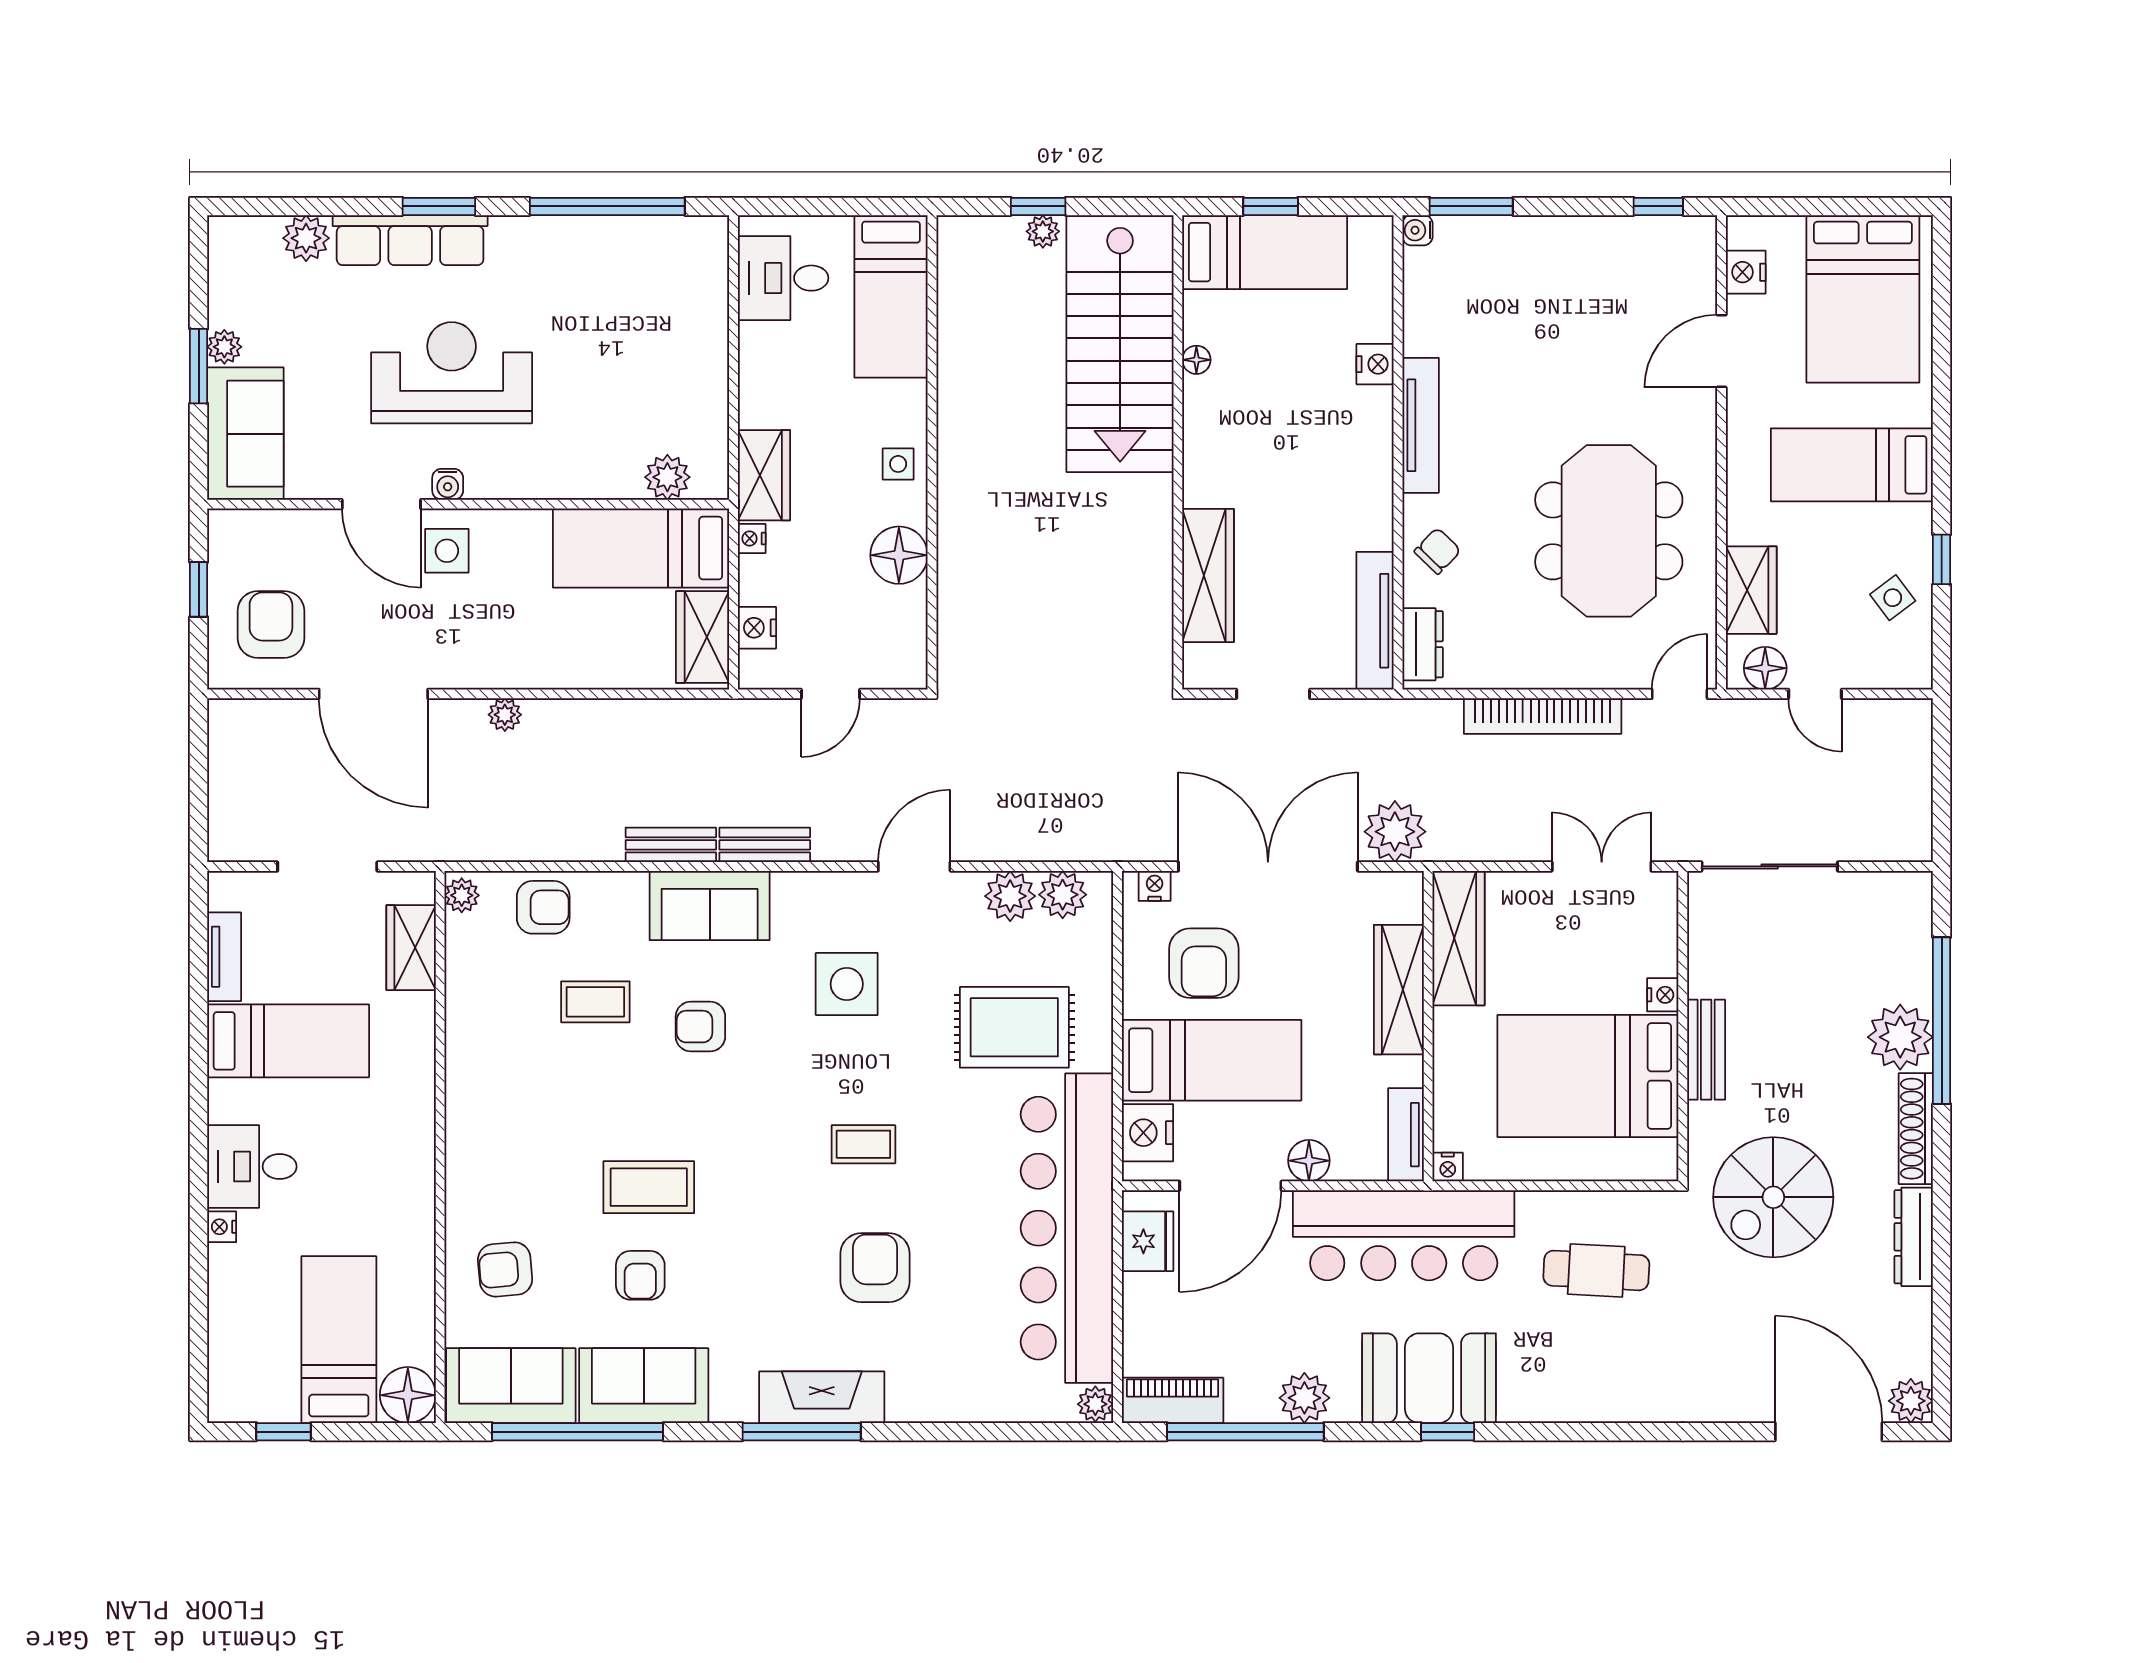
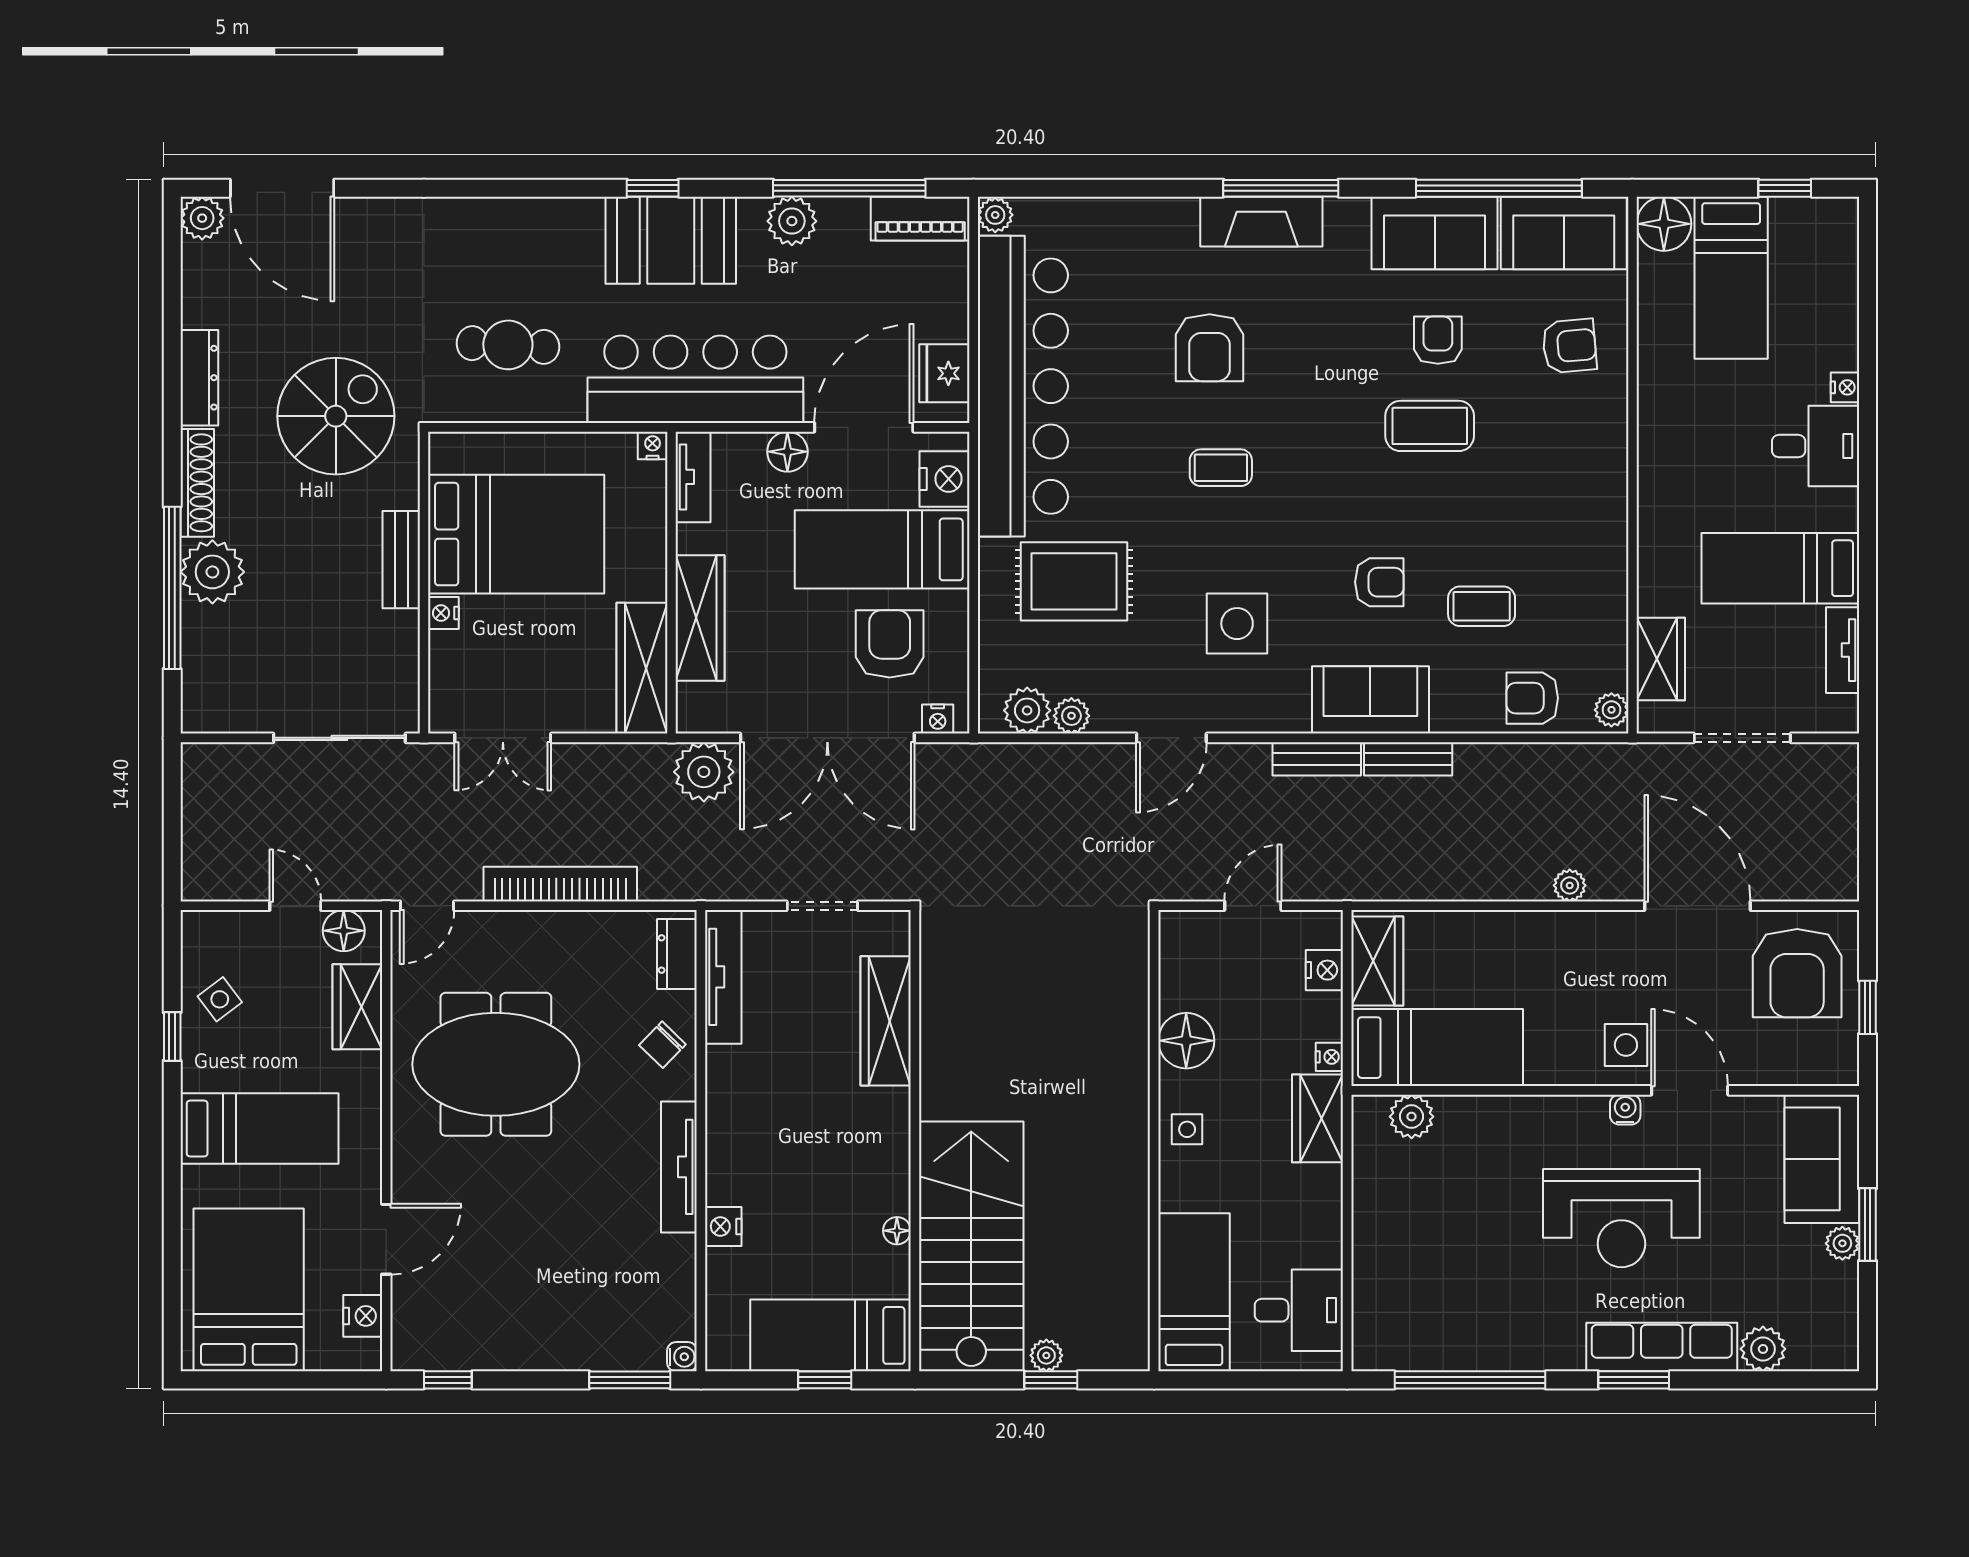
meeting table: (1609, 531) -> (496, 1064), turned 90
armchair: (271, 624) -> (1797, 973), width x1.36, depth x1.36
plant: (1010, 896) -> (1071, 716), width x0.73, depth x0.73

